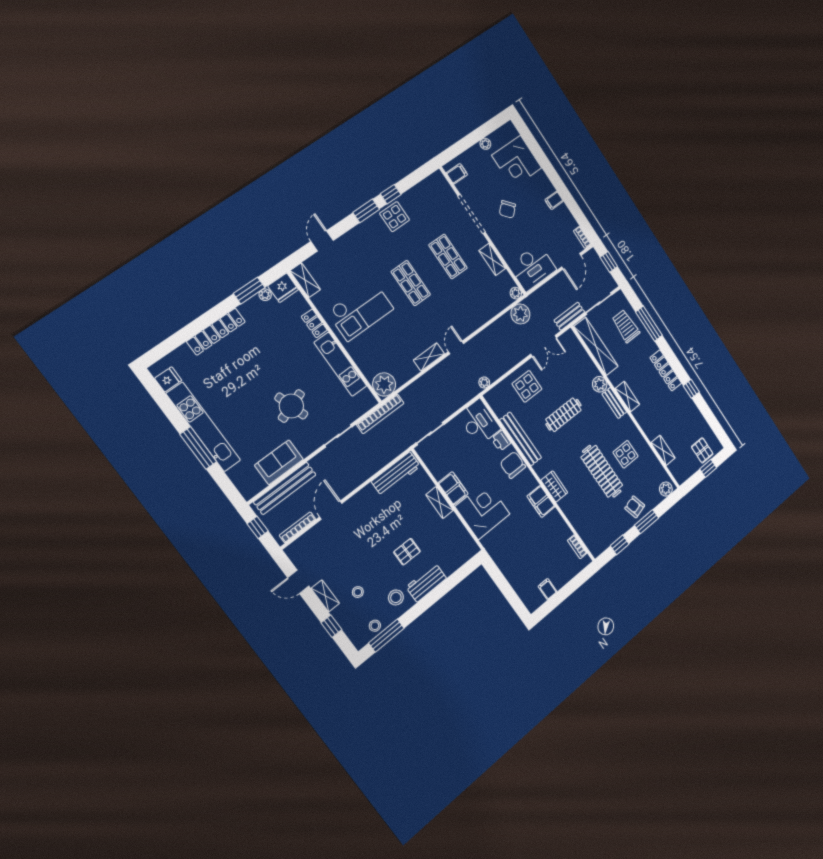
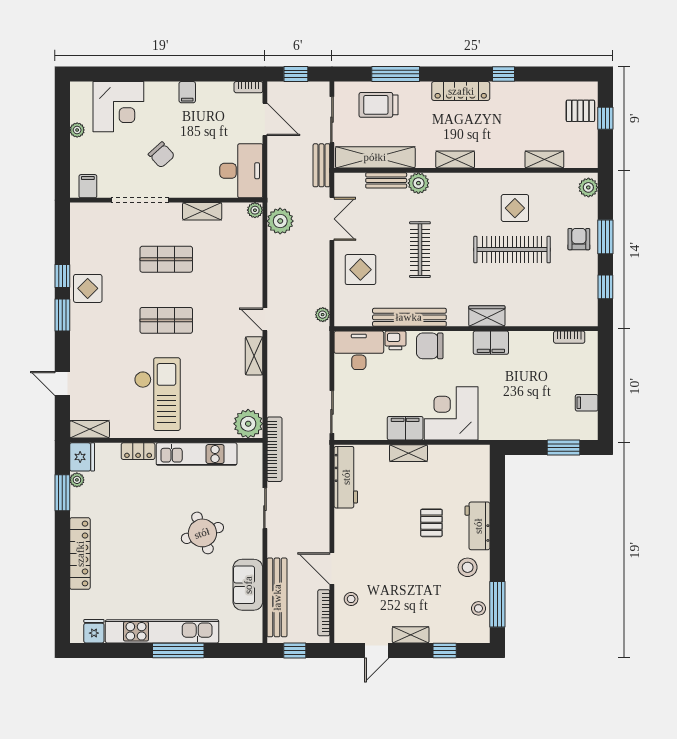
bench: (614, 403) -> (386, 180), moved
armchair: (635, 507) -> (579, 239), turned 106
stool: (358, 592) -> (351, 599), moved
window: (512, 597) -> (563, 448), added

